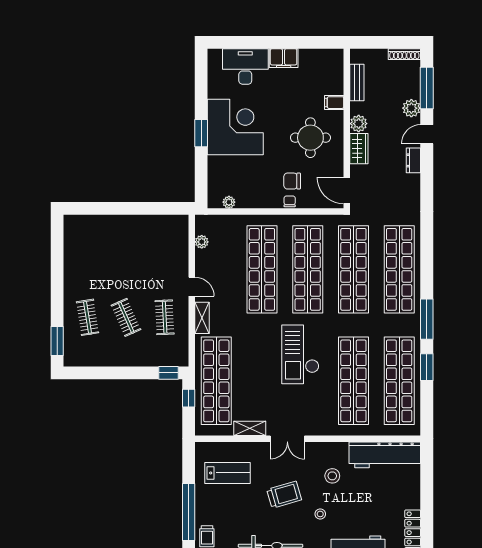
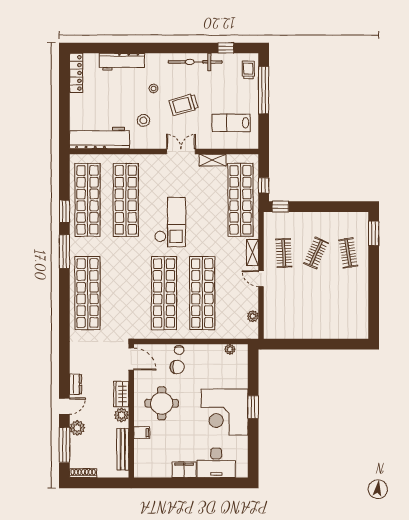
bench: (357, 83) -> (123, 449), width x1.36
shop shelf: (353, 269) -> (126, 293), removed
clothes rail: (126, 317) -> (316, 253), turned 48

